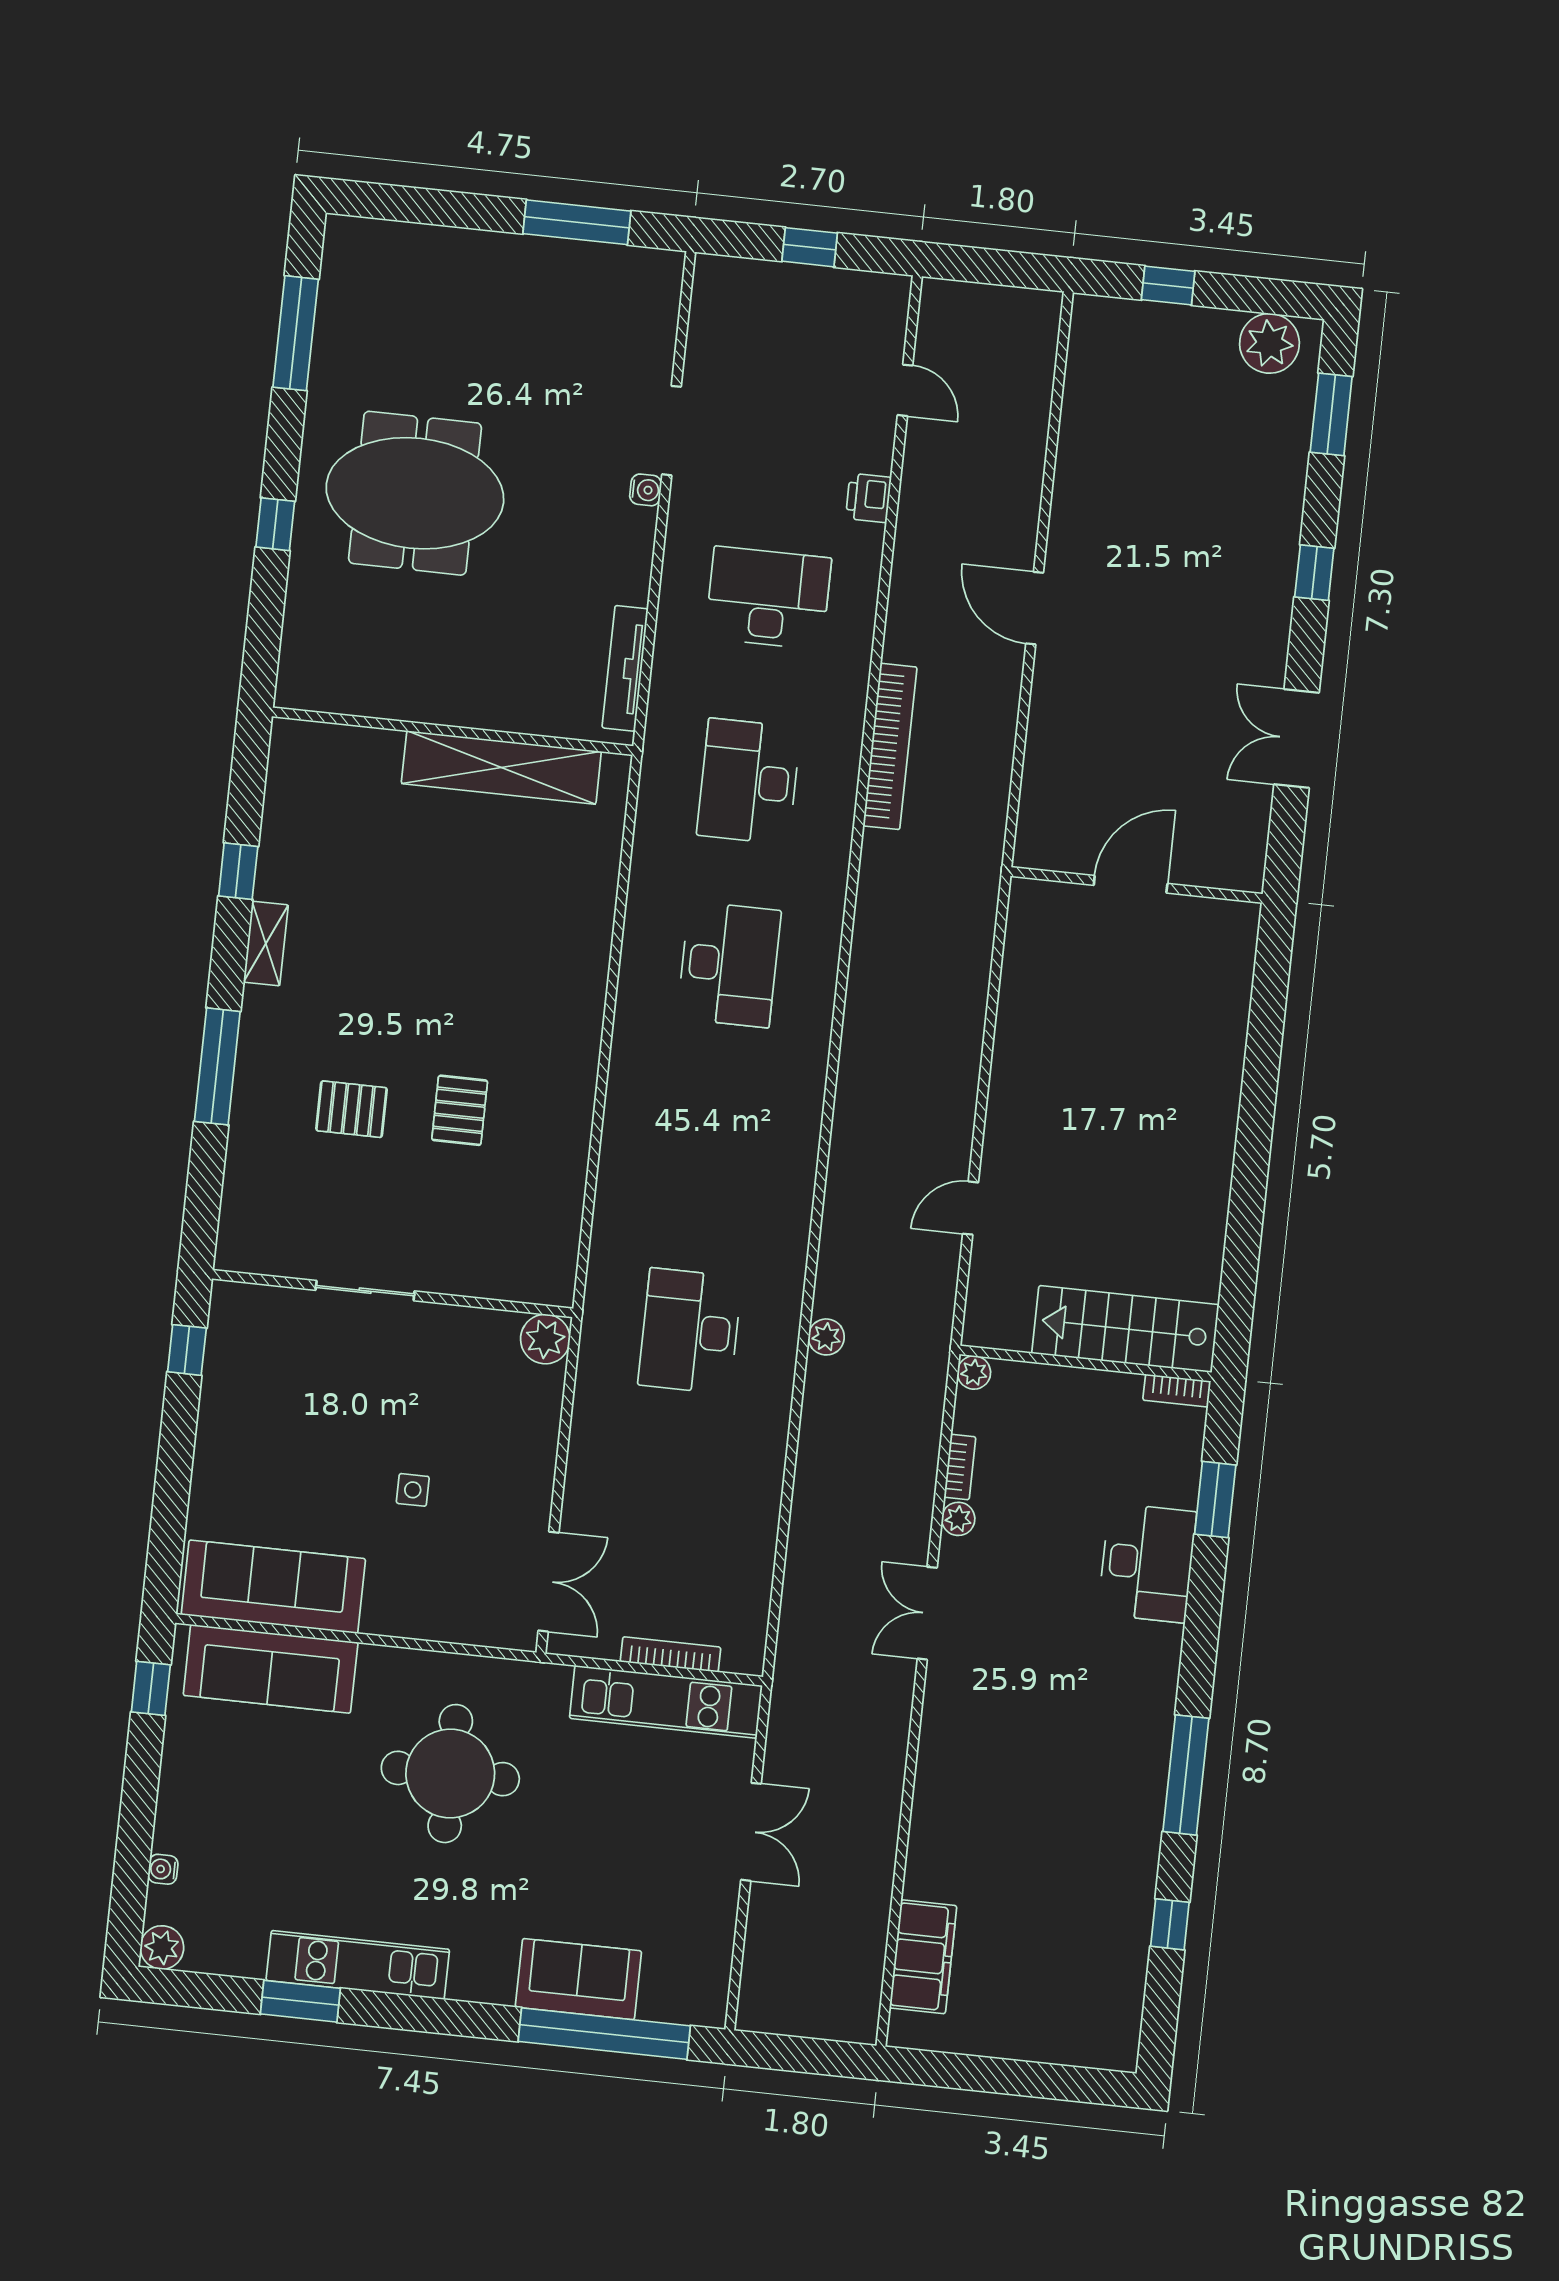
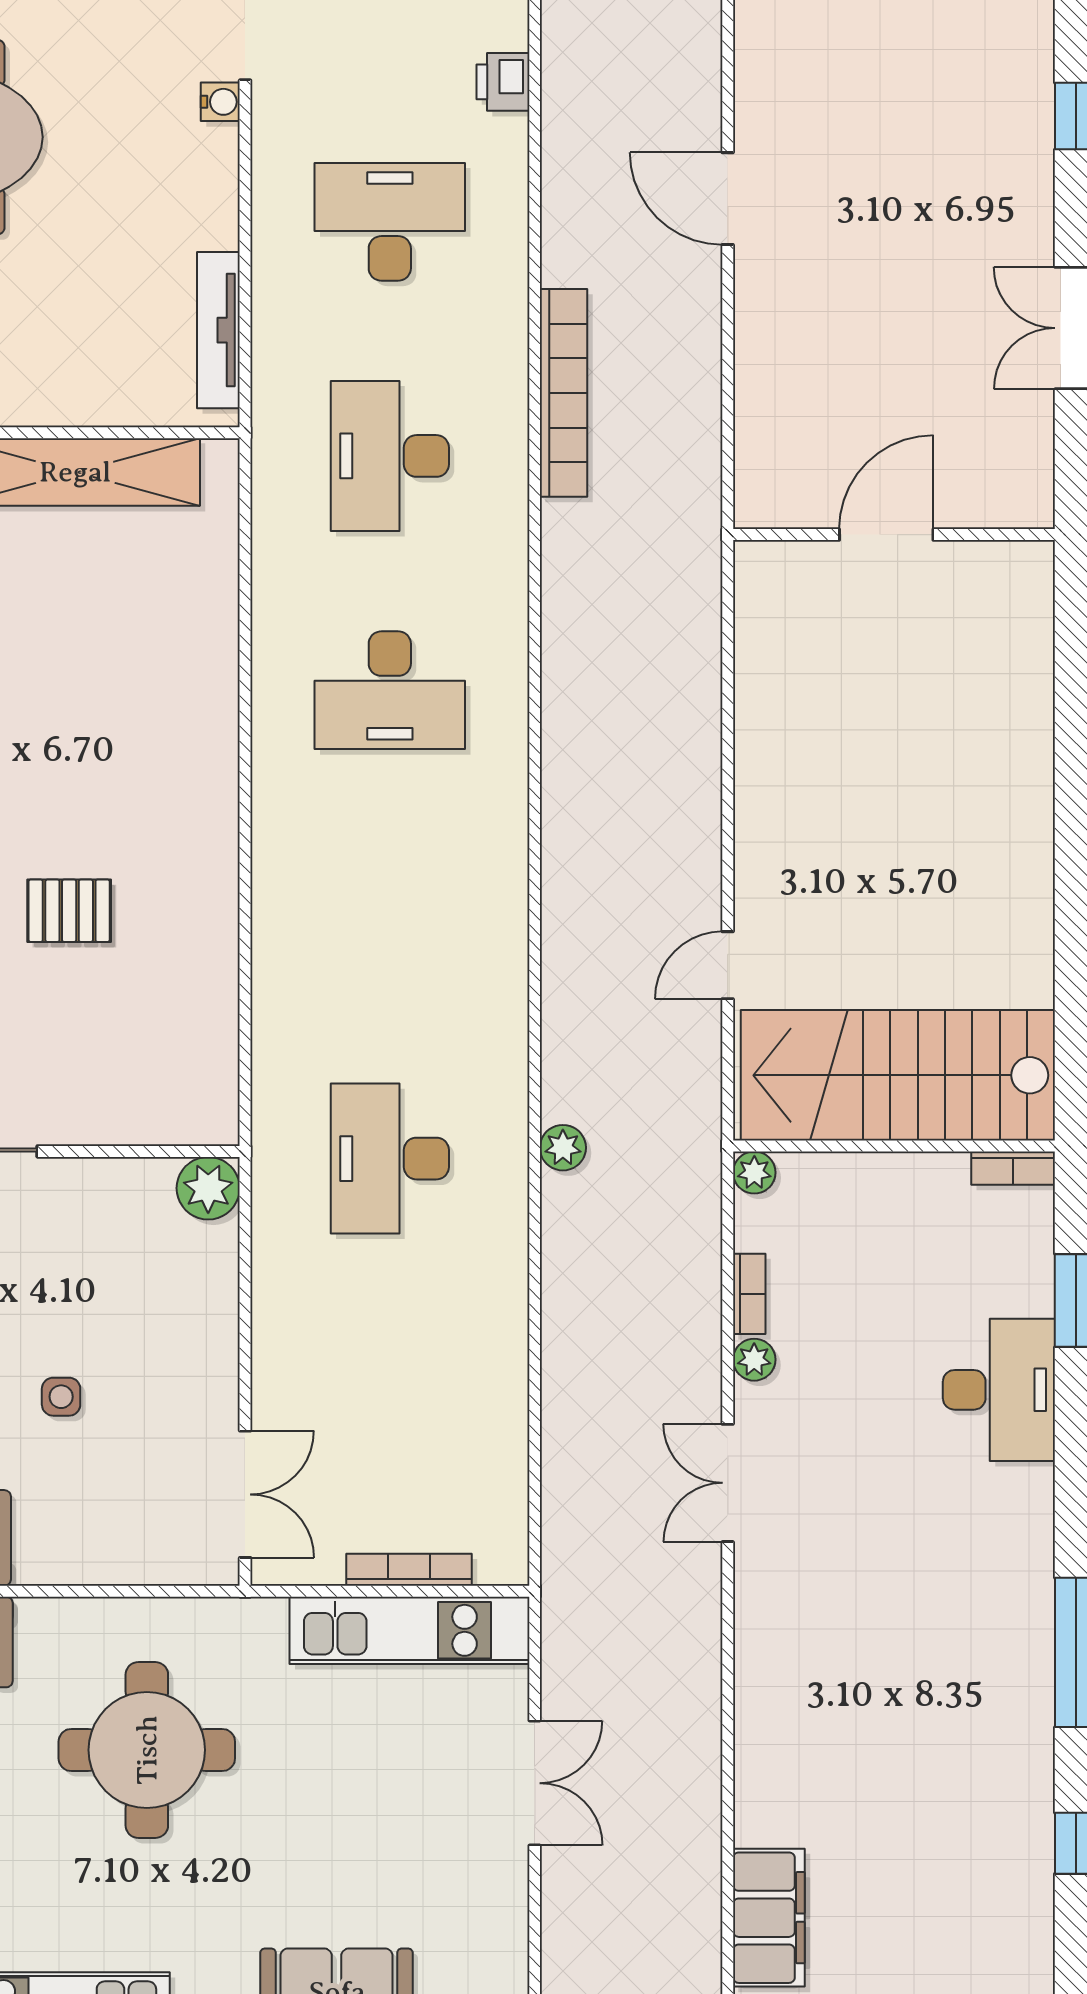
desk: (729, 964) -> (390, 690), turned 90
pallet: (460, 1110) -> (69, 911), turned 90
stairs: (1125, 1329) -> (898, 1075), width x1.36, depth x1.51

